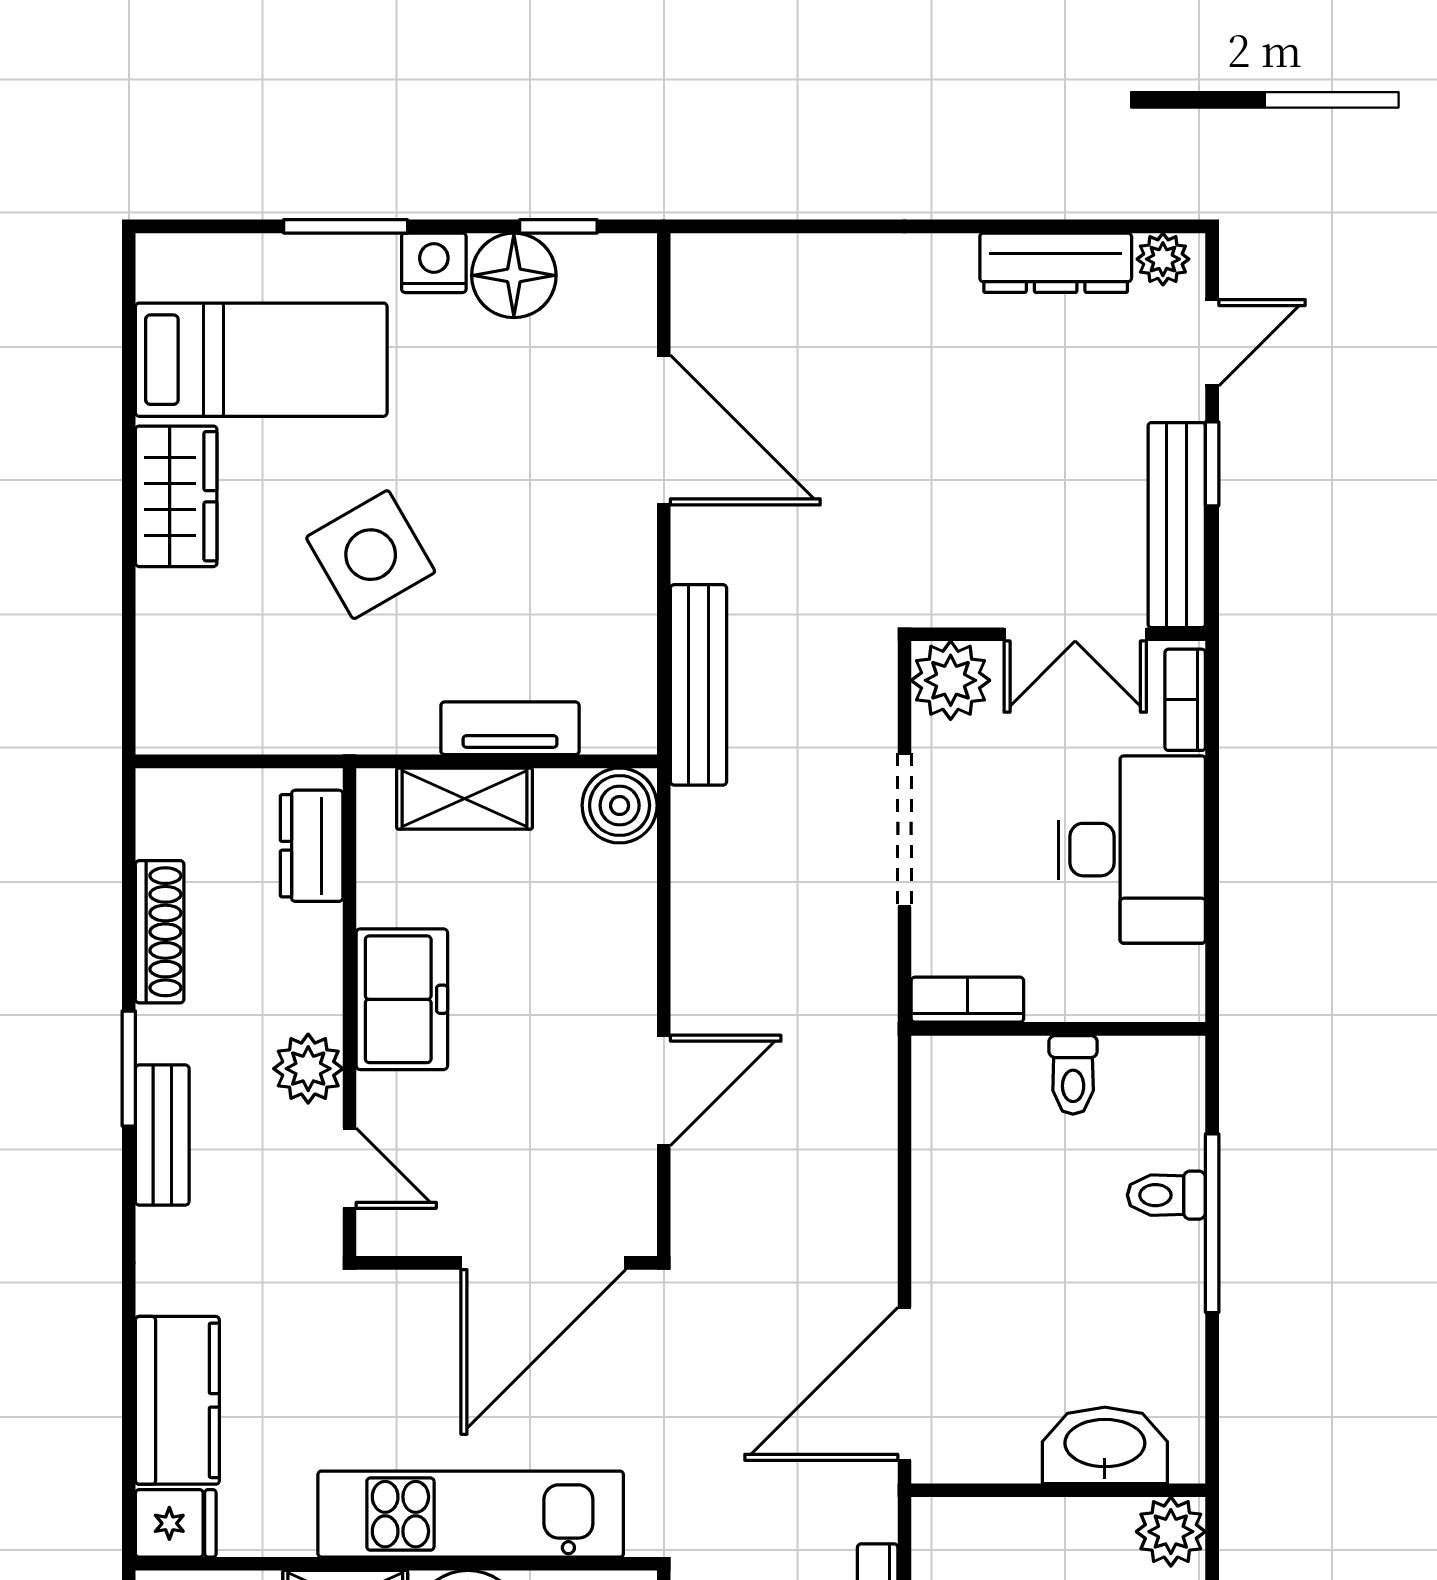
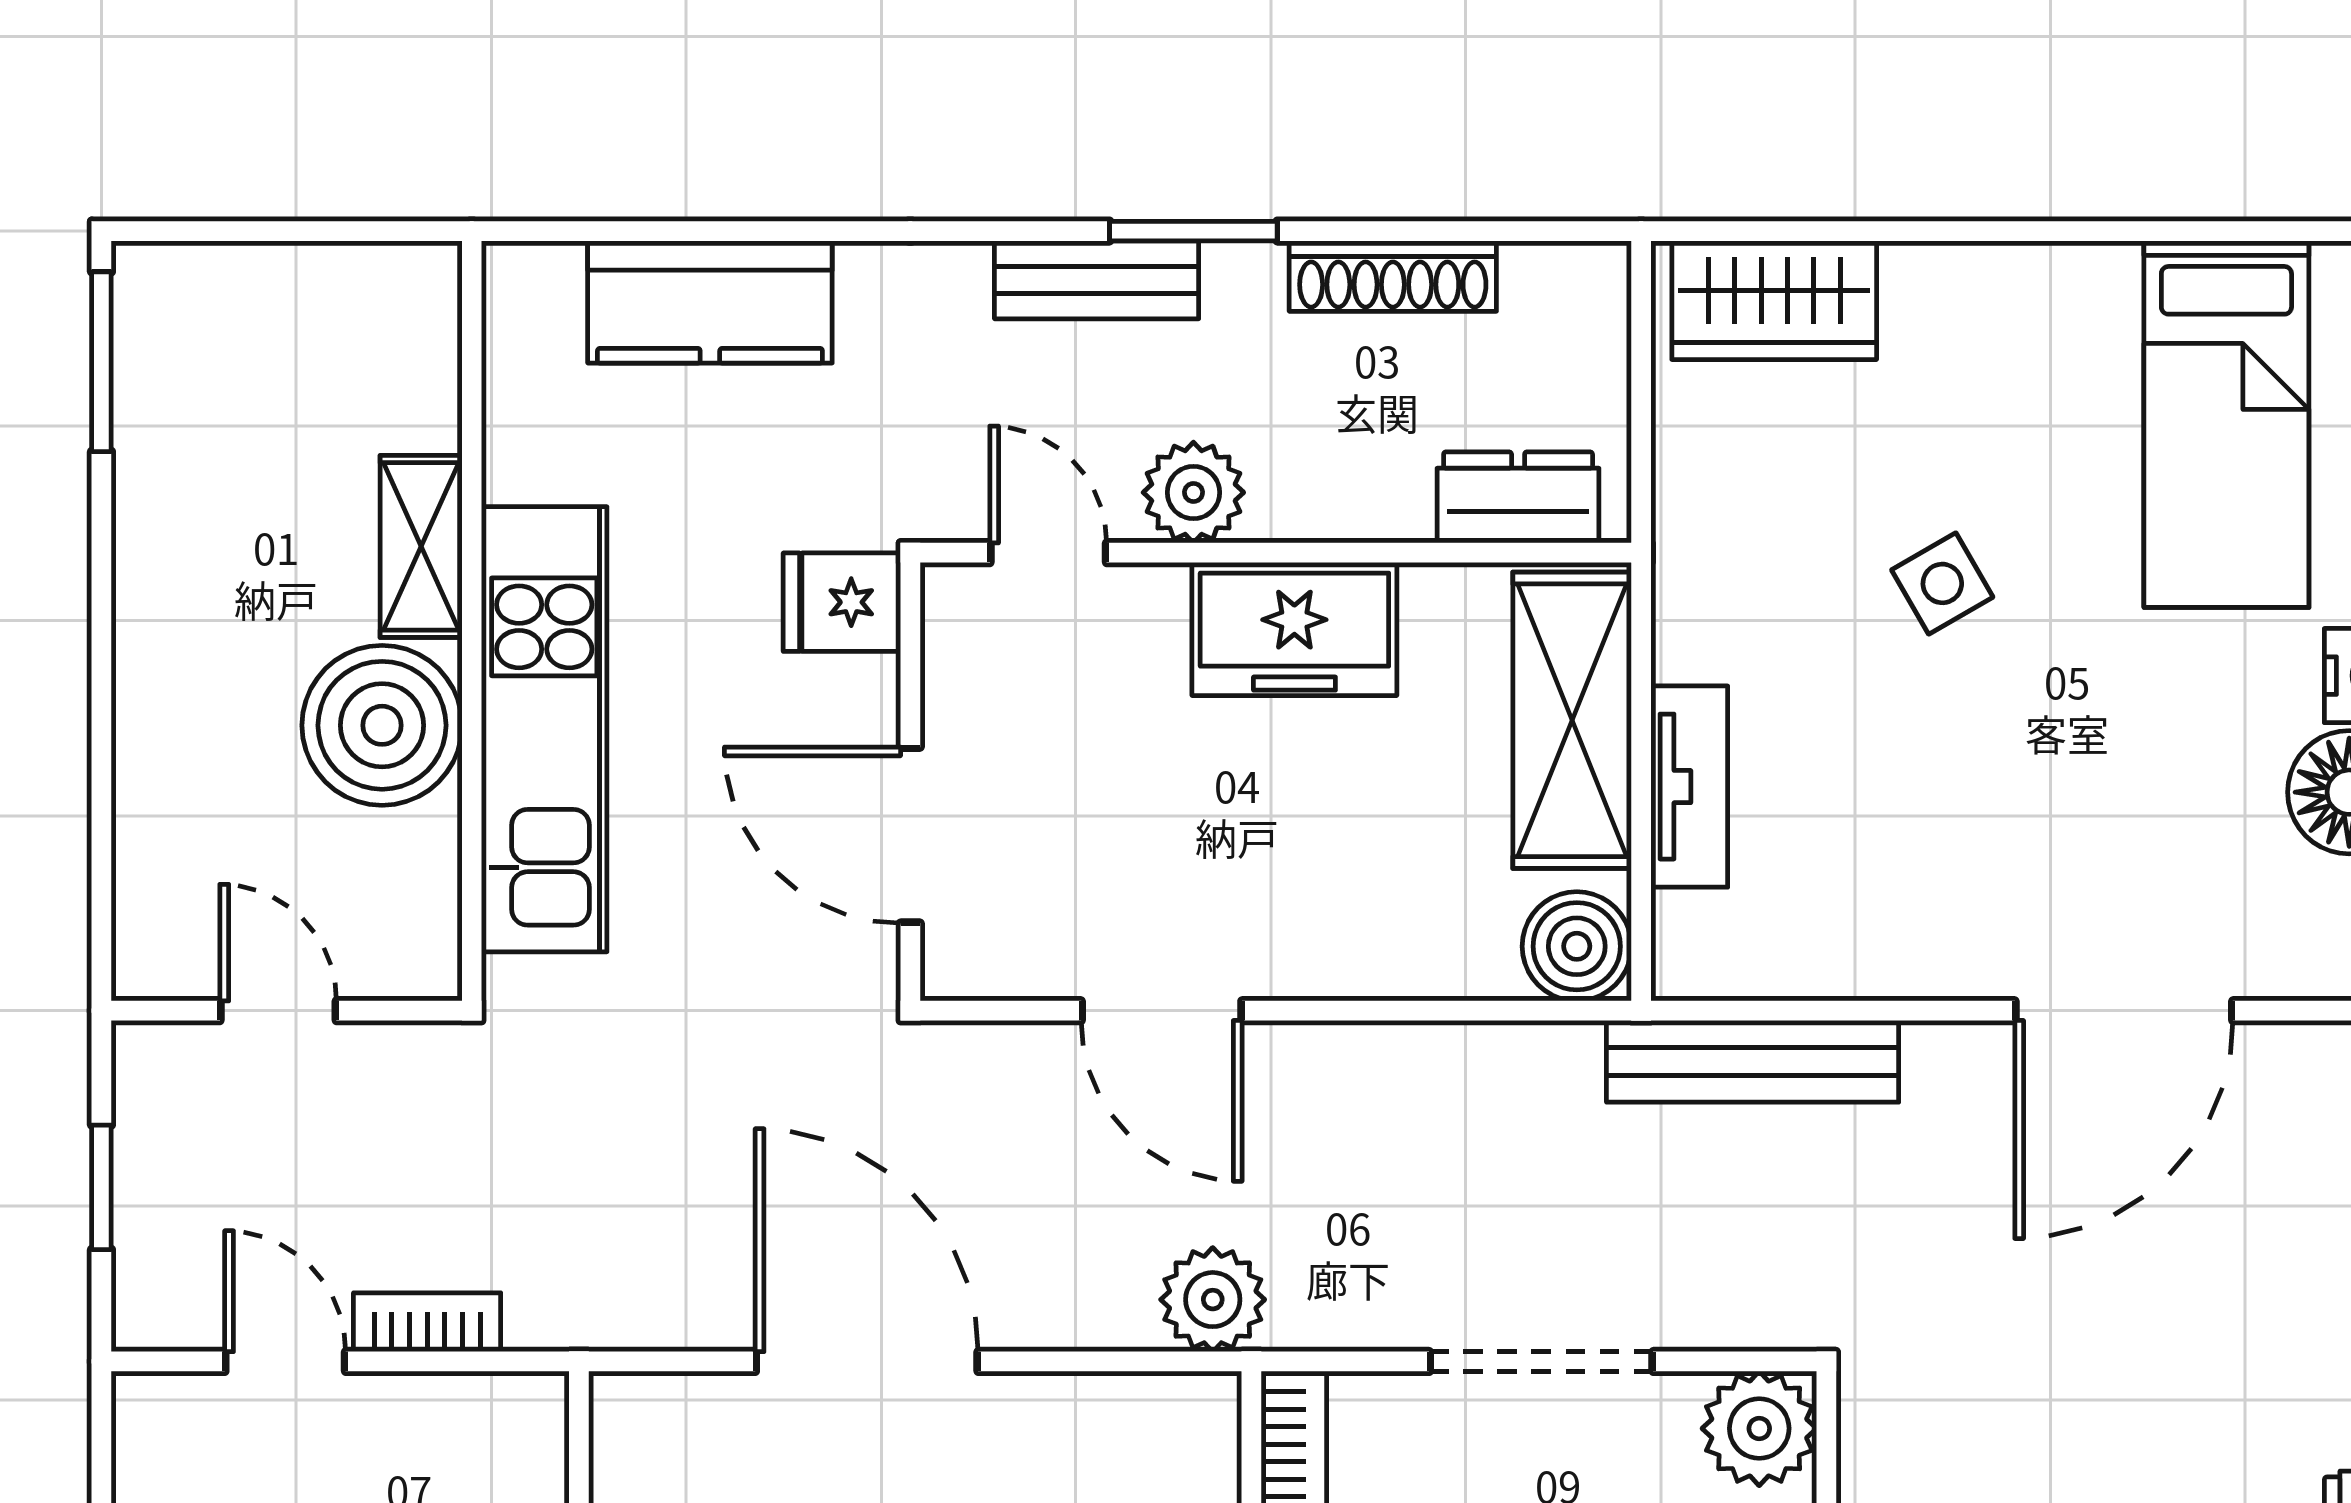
wardrobe: (176, 496) -> (1774, 300), moved
side table: (371, 555) -> (1942, 583), width x0.54, depth x0.54
shelving: (464, 799) -> (1572, 720), width x1.50, depth x1.33
plant: (862, 1055) -> (1213, 1300), added
door: (349, 1168) -> (1048, 553), swing flipped
door: (543, 1263) -> (910, 835), width x0.73
door: (905, 1384) -> (867, 1361), moved
fridge: (176, 1523) -> (842, 602), moved, turned 90

